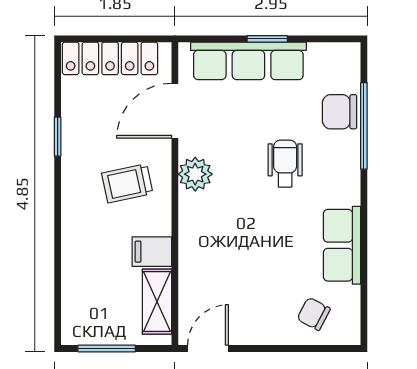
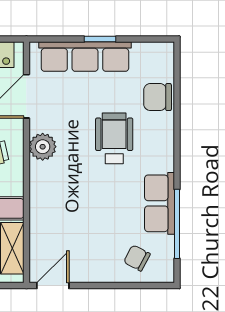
window: (364, 126) -> (177, 224), moved
wheelchair: (285, 164) -> (114, 138), width x1.36, depth x1.37

